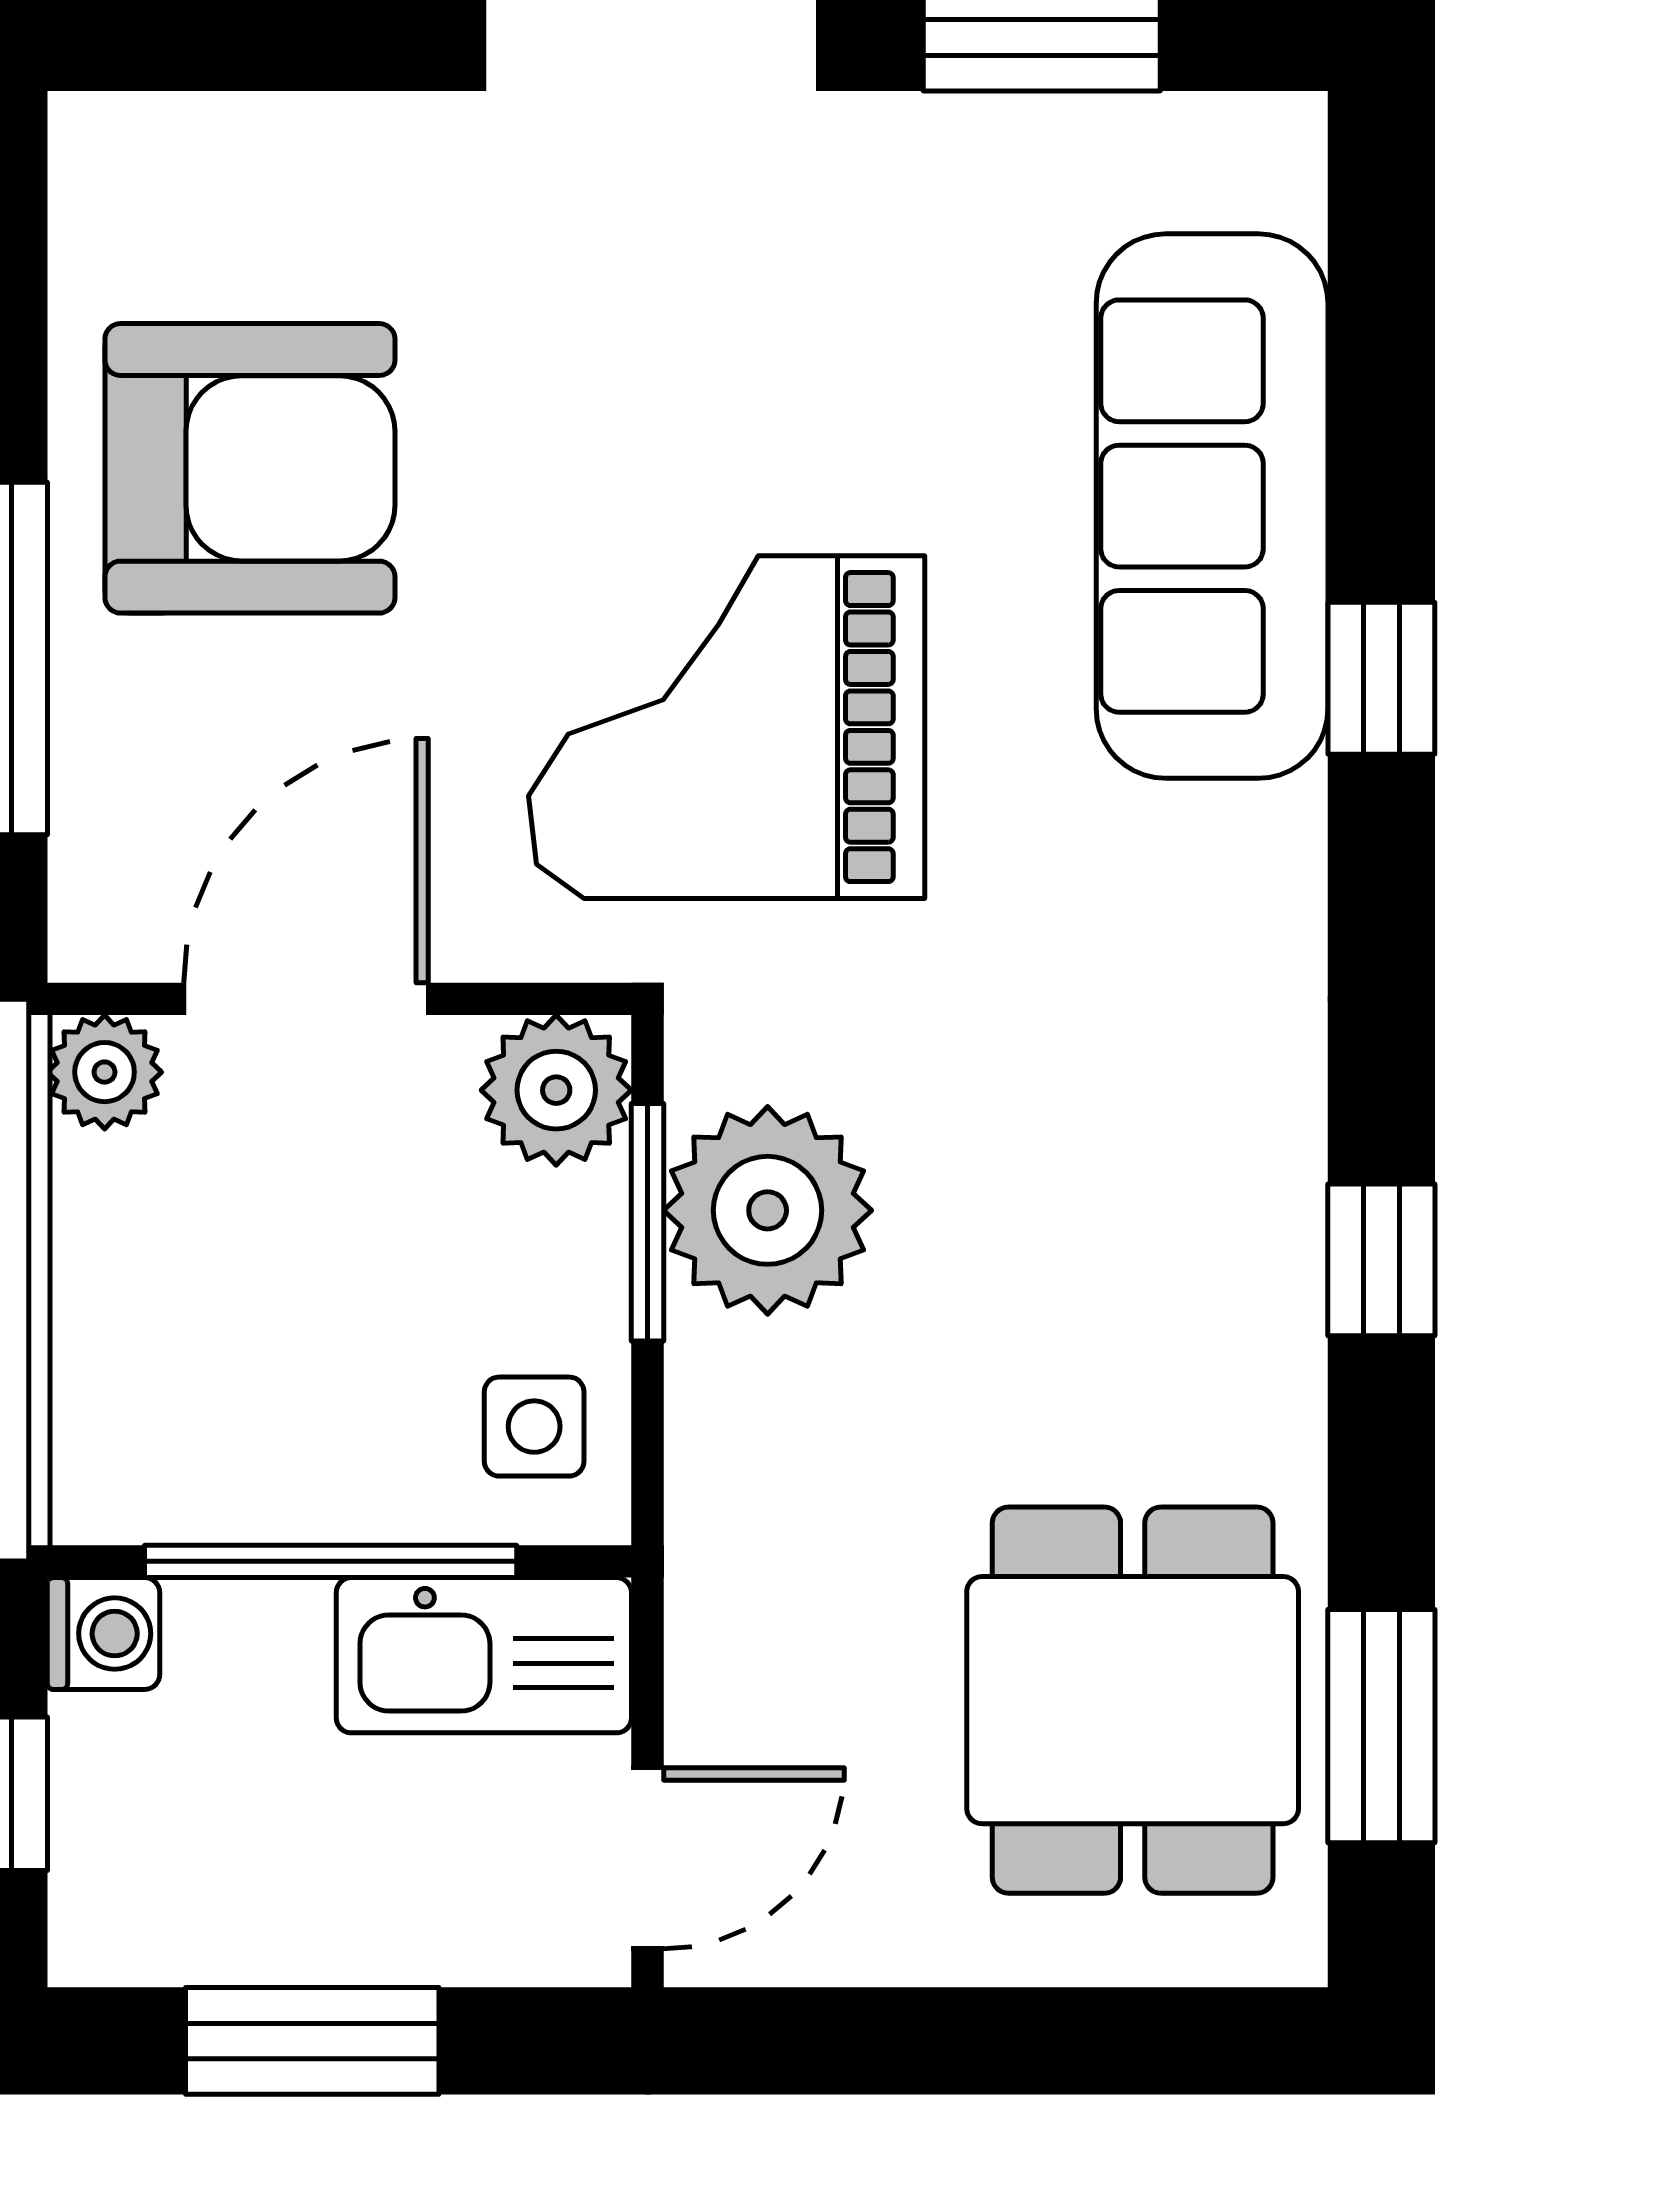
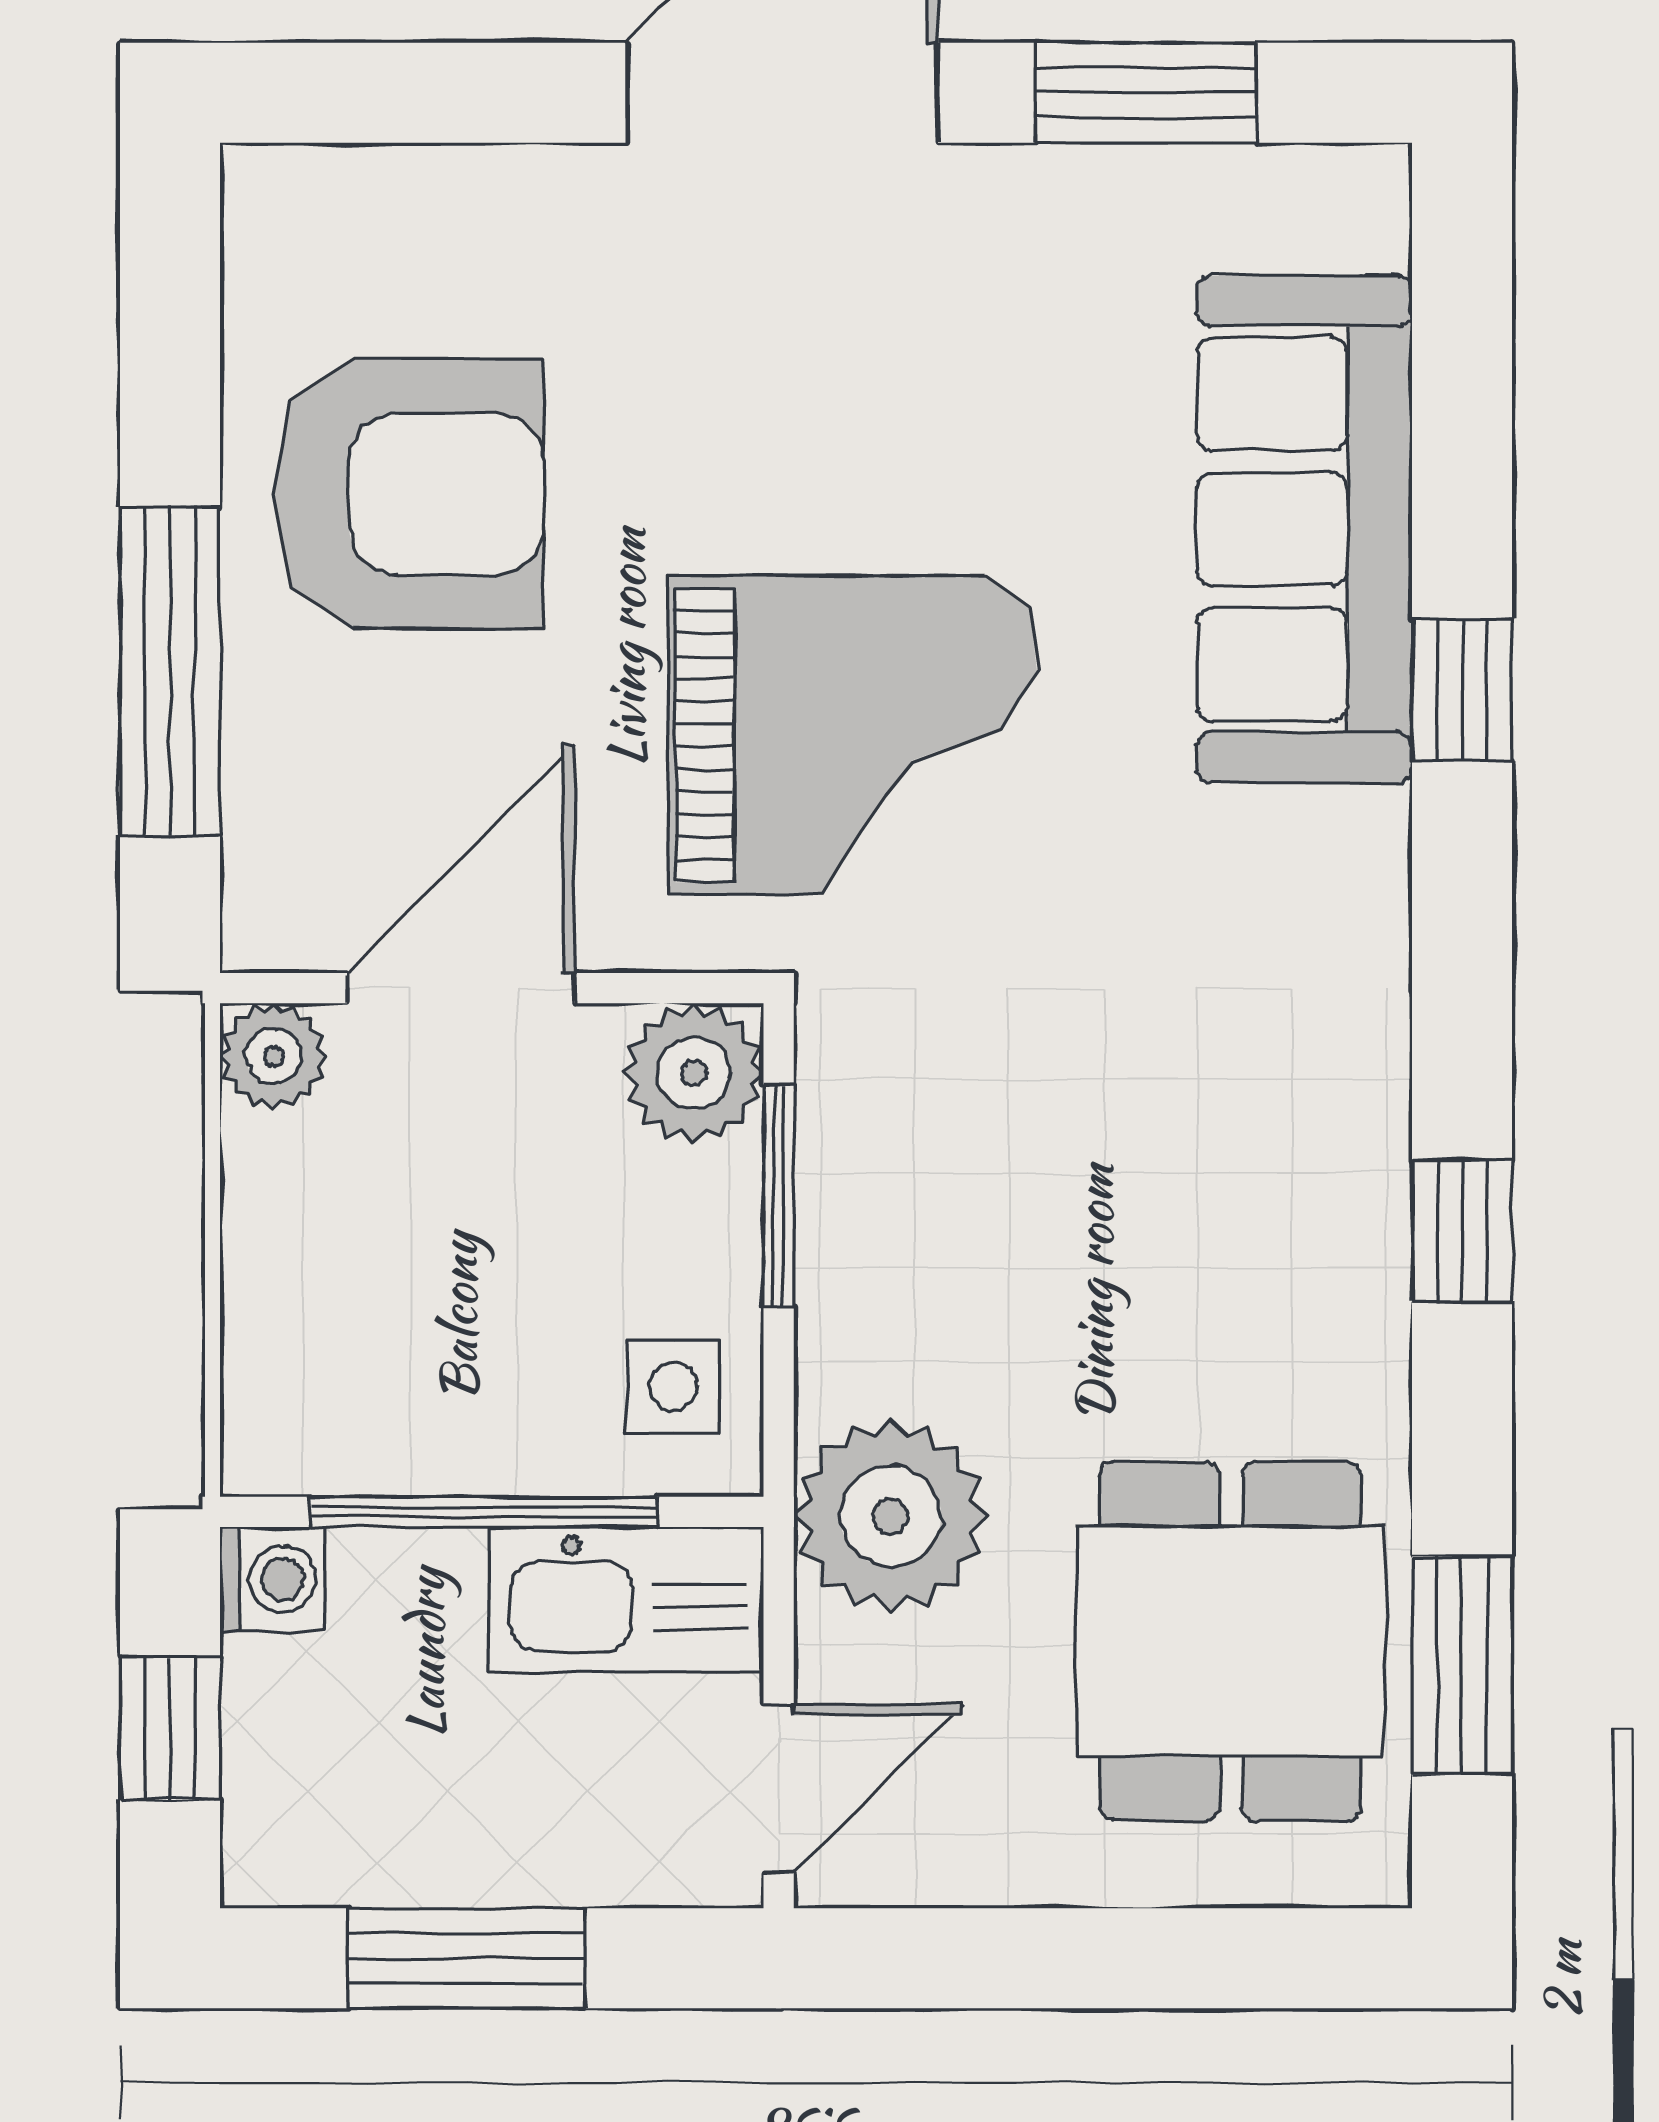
grand piano: (727, 727) -> (853, 735), turned 180
plant: (768, 1210) -> (891, 1516), moved

